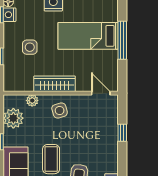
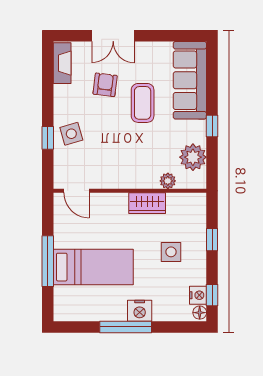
wardrobe: (55, 84) -> (147, 203), width x0.67
side table: (60, 111) -> (71, 134), moved

